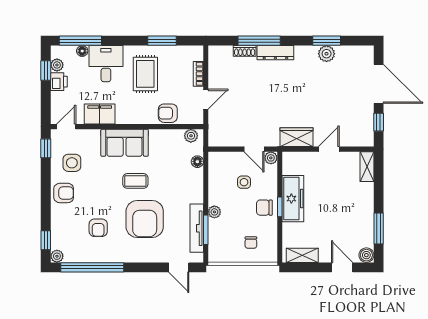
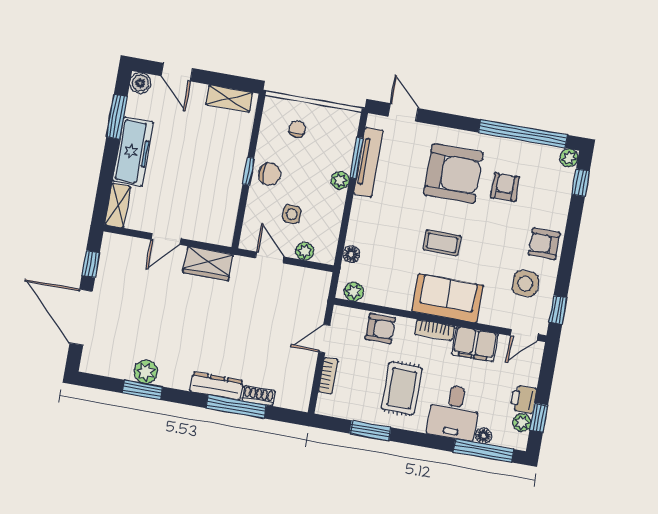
bookcase: (130, 119) -> (435, 330), added
plant: (271, 158) -> (305, 251), moved
freezer: (293, 199) -> (133, 152), moved, turned 180
armchair: (145, 219) -> (453, 174), moved, turned 90

